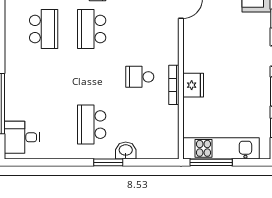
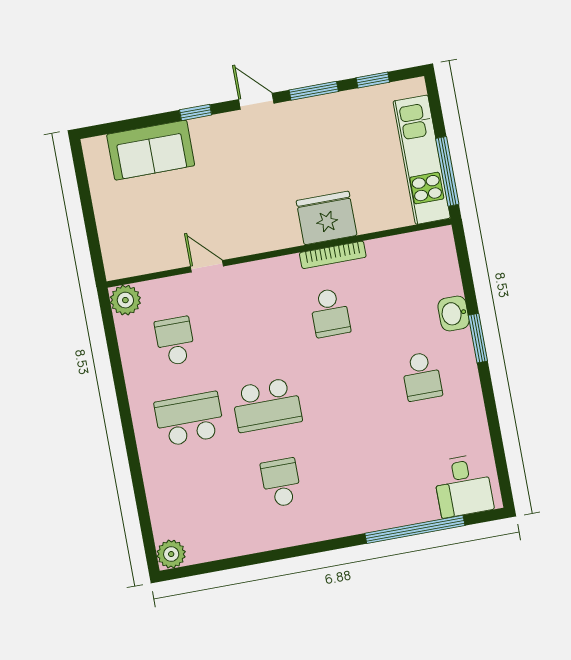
school desk: (44, 29) -> (281, 483), width x0.54
fridge: (193, 85) -> (327, 218), width x1.36, depth x1.34
school desk: (92, 125) -> (422, 376), width x0.54

